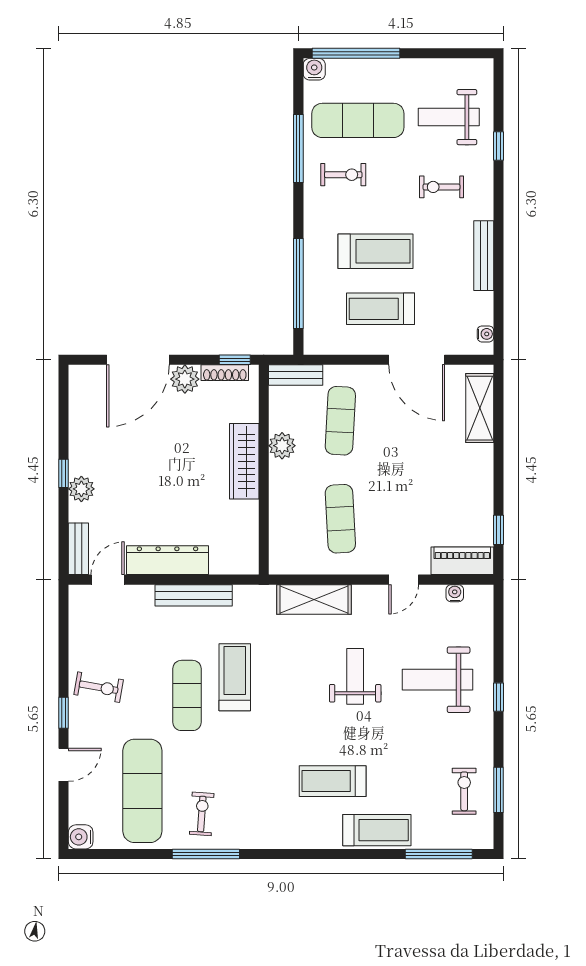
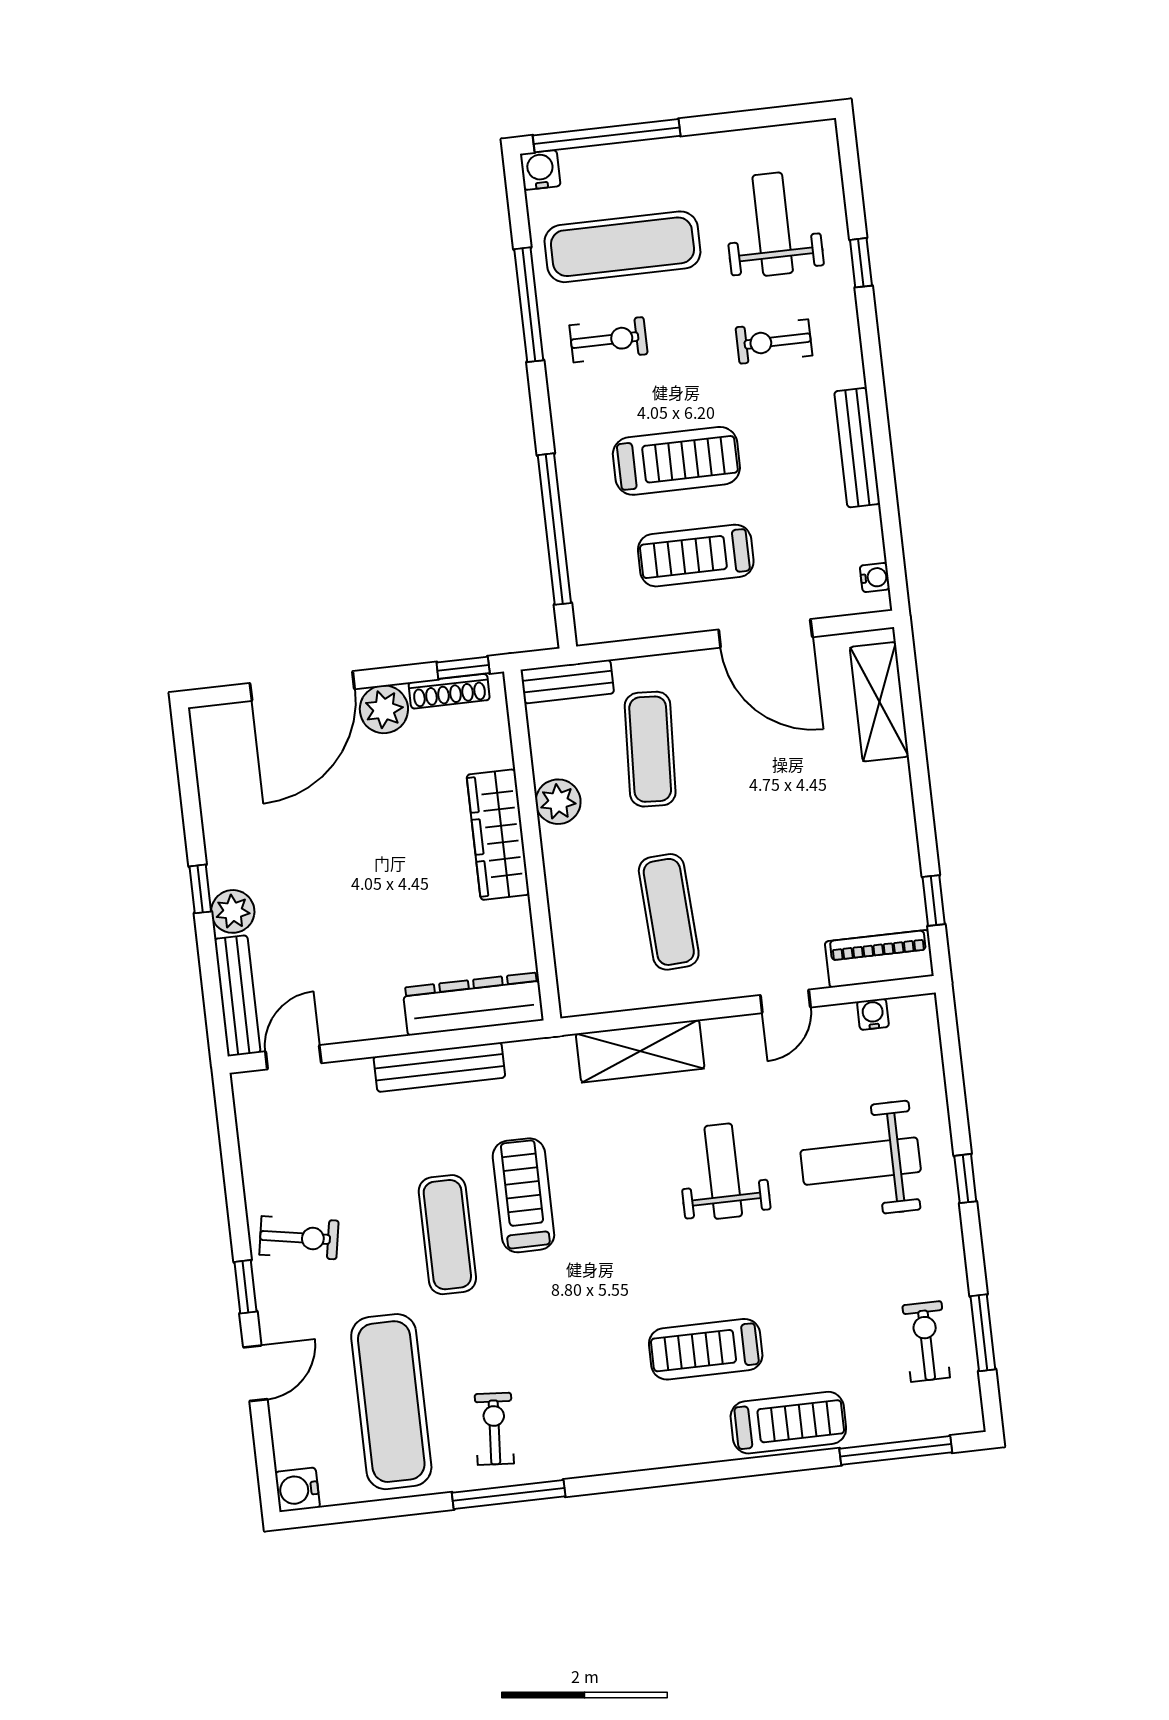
weight bench: (449, 117) -> (773, 224), turned 90
bench: (78, 549) -> (237, 996), width x1.36
dresser: (167, 560) -> (473, 1004), moved

